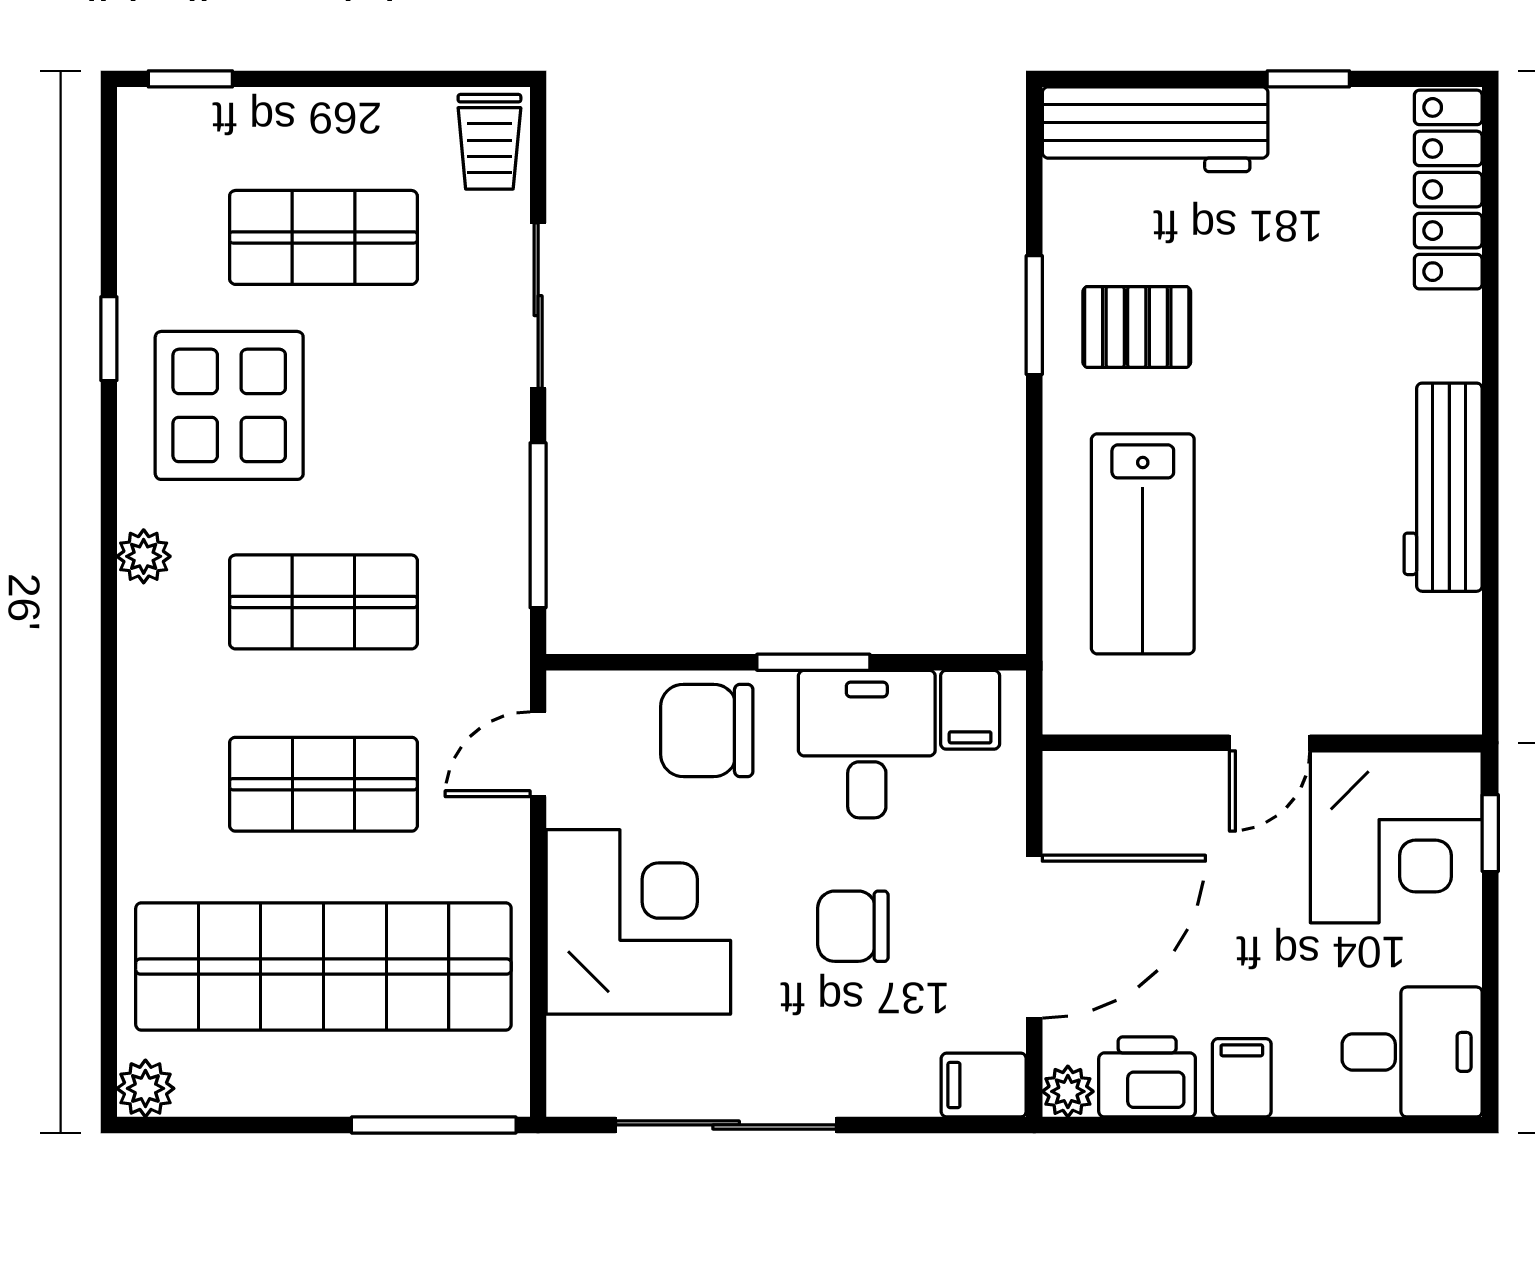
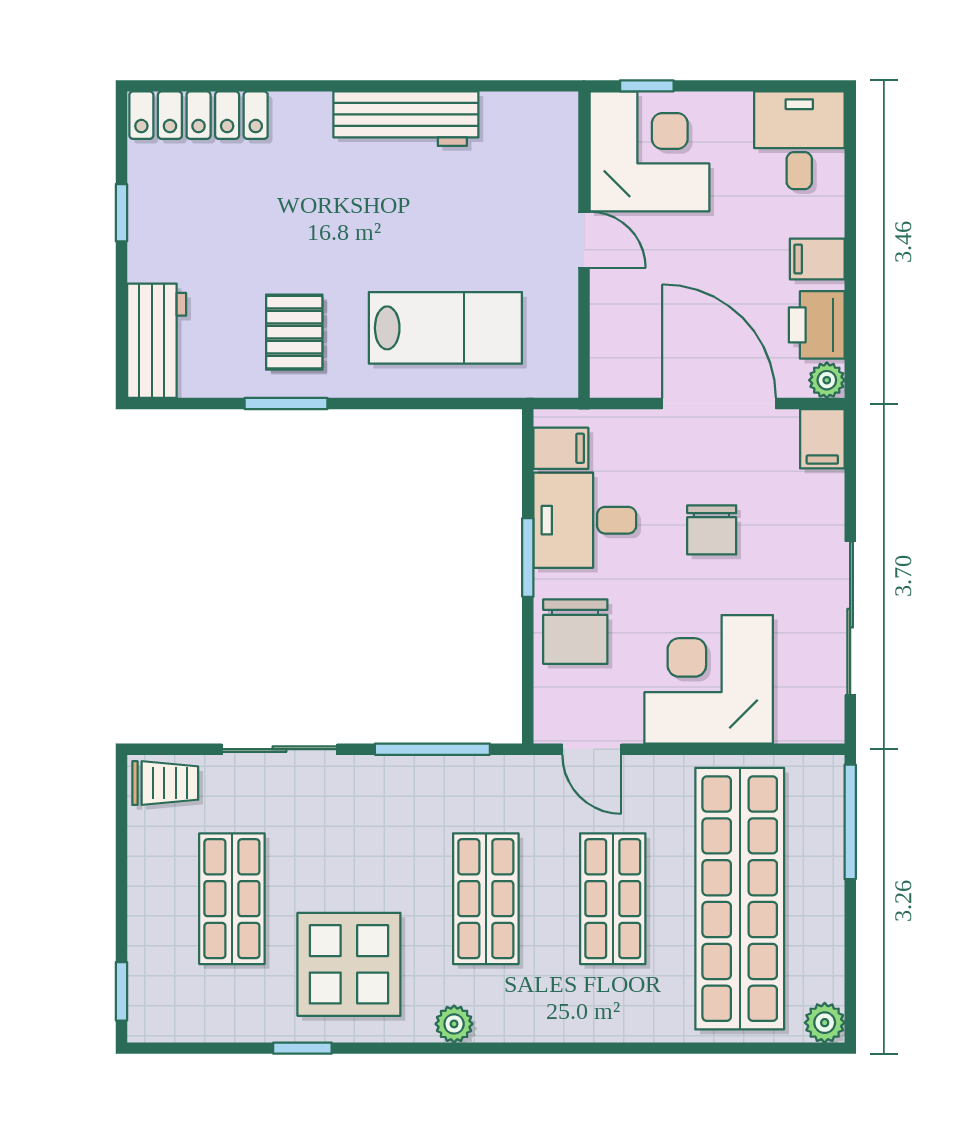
workbench: (1155, 129) -> (157, 341), width x0.73

